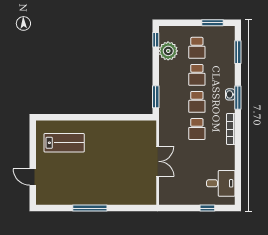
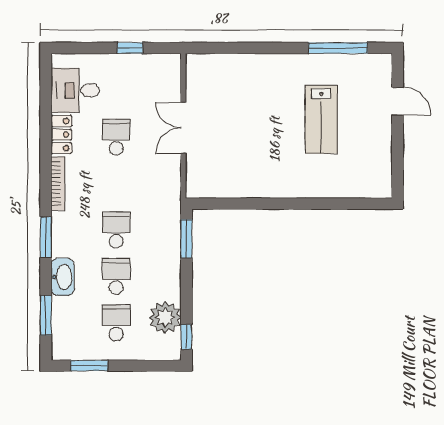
washbasin: (230, 94) -> (63, 277), moved, width x1.91, depth x1.45
school desk: (197, 129) -> (116, 137), moved
lab bench: (64, 143) -> (321, 119), moved, turned -90
locker: (229, 158) -> (61, 135), added
window: (90, 208) -> (338, 48), moved
window: (207, 208) -> (130, 48), moved

